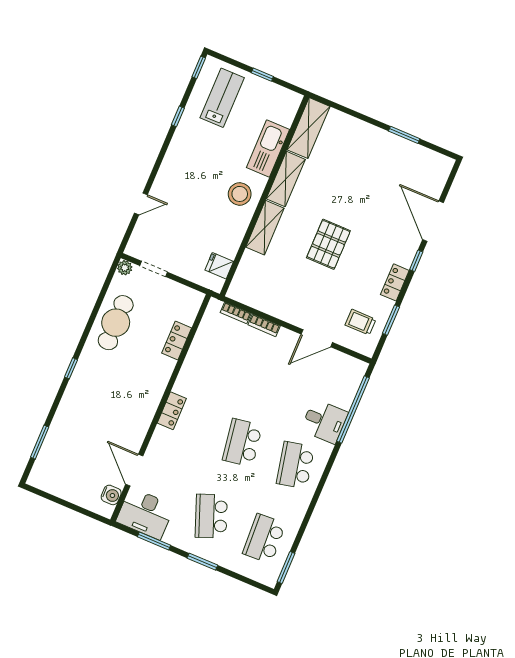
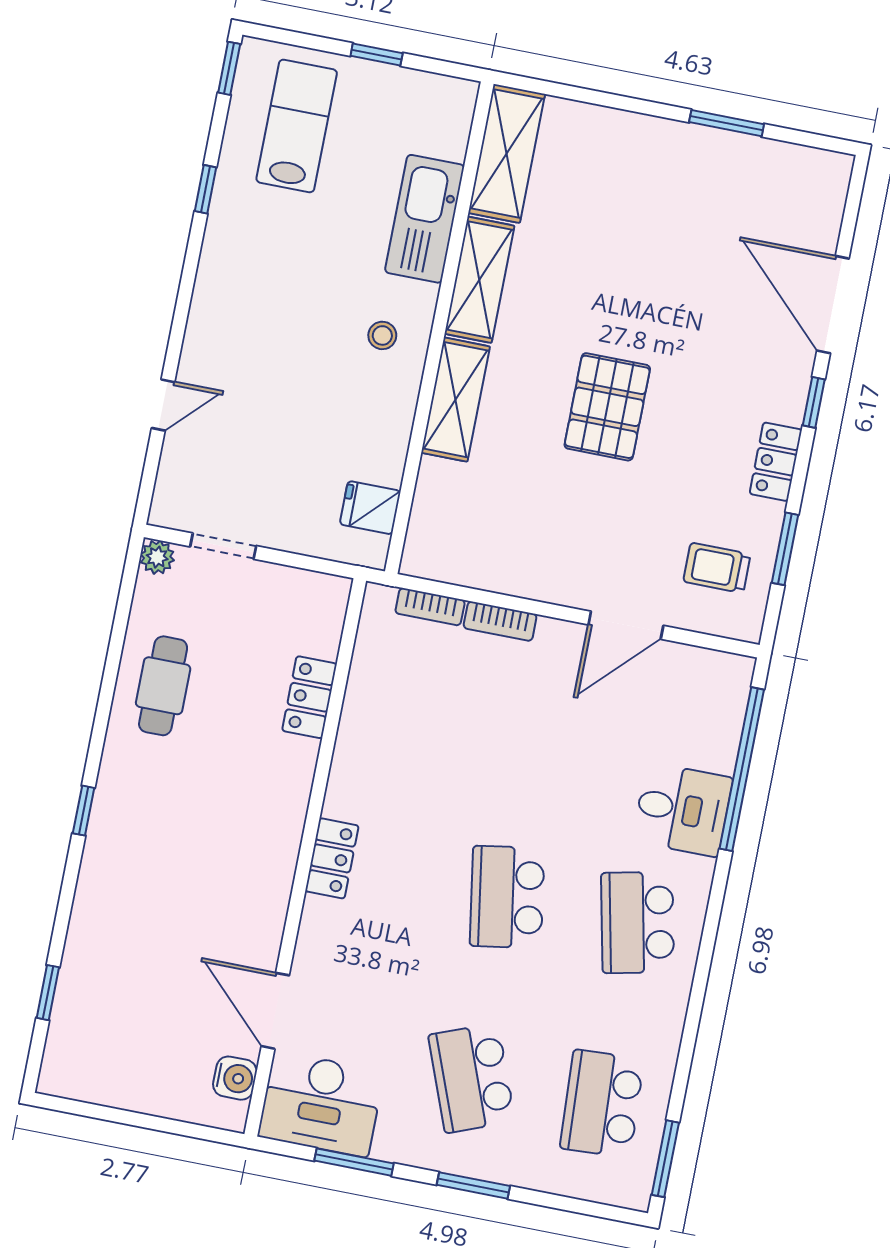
stool: (240, 194) -> (382, 335), width x0.53, depth x0.53
cafe table: (116, 323) -> (163, 686), width x0.73, depth x0.74
window: (40, 442) -> (48, 993), width x0.67

